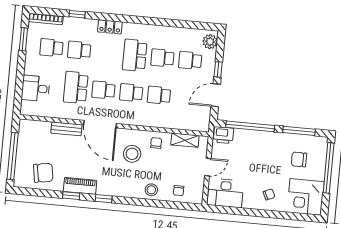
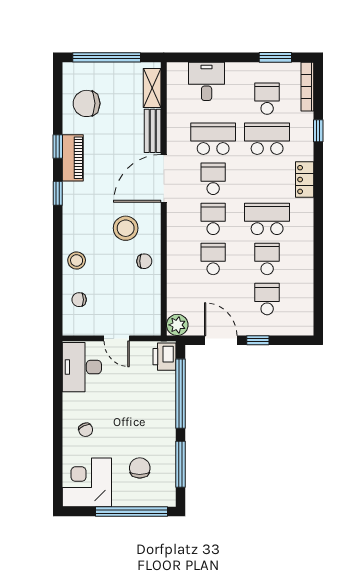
plant: (210, 42) -> (177, 325), moved
school desk: (79, 50) -> (267, 139), width x1.85
shelving: (185, 140) -> (152, 88), moved
chair: (43, 173) -> (87, 103), turned 99

